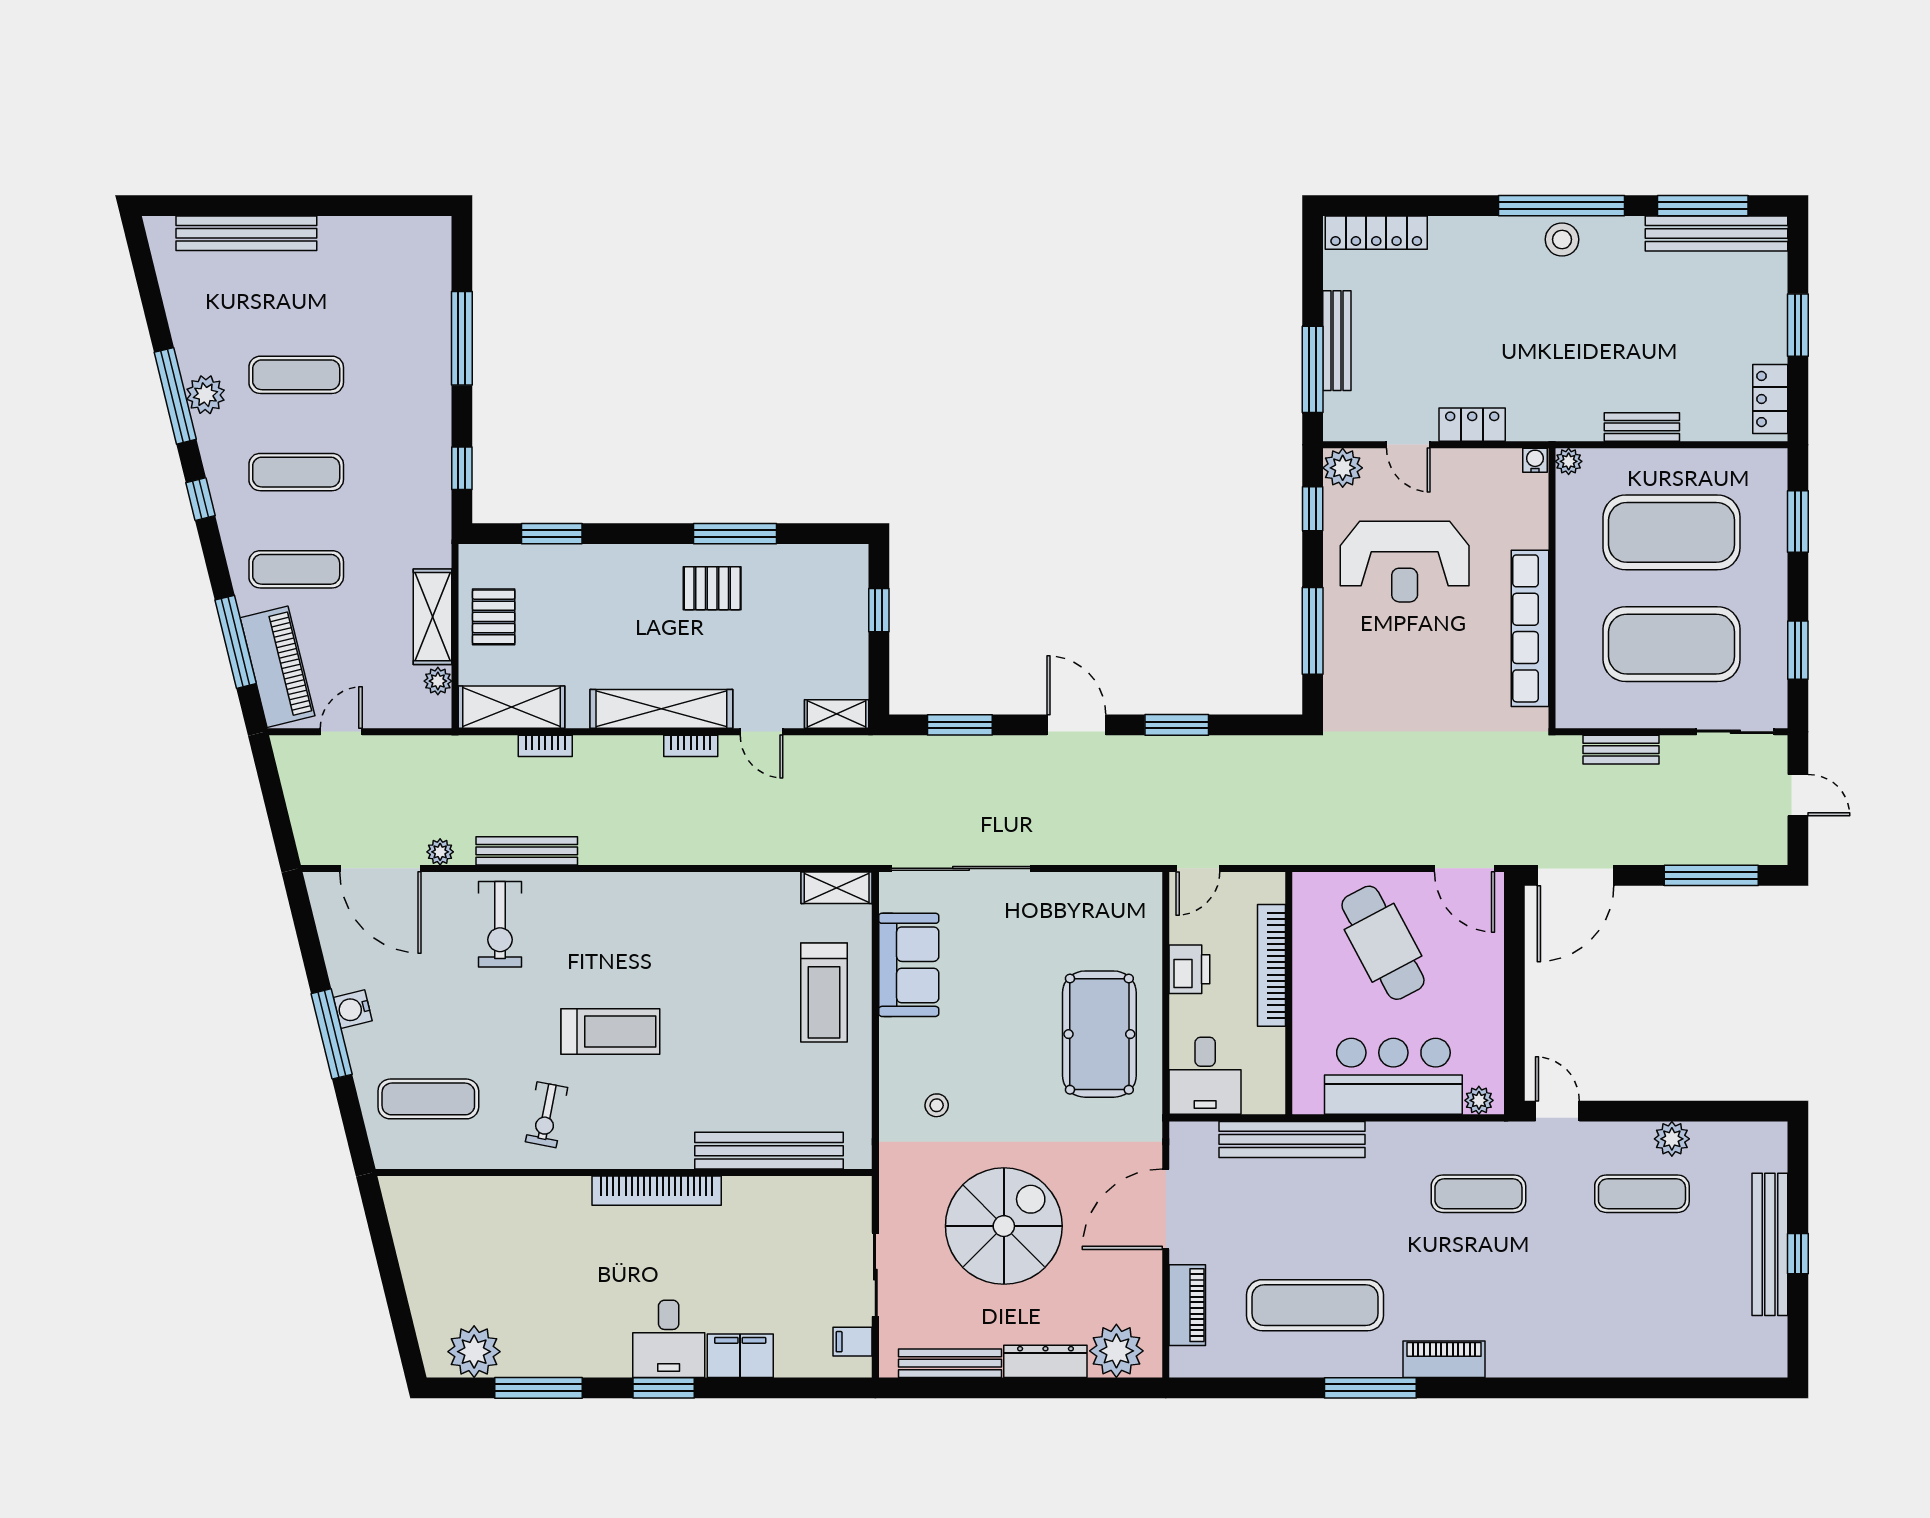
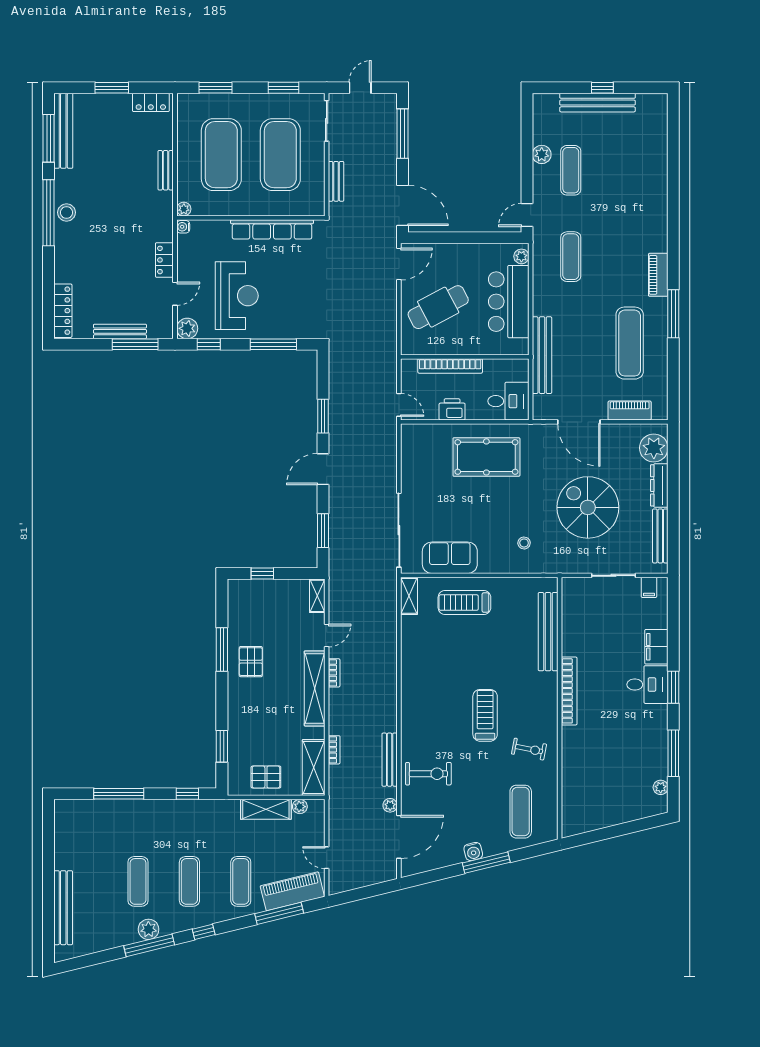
treadmill: (824, 992) -> (464, 603), turned 180
plant: (474, 1352) -> (661, 787), width x0.53, depth x0.53

